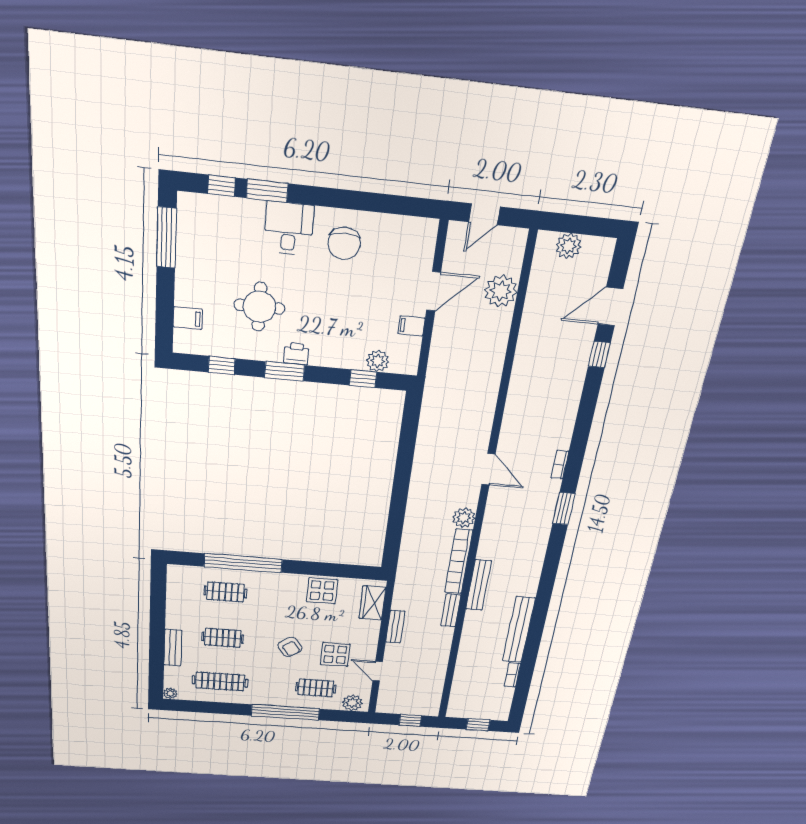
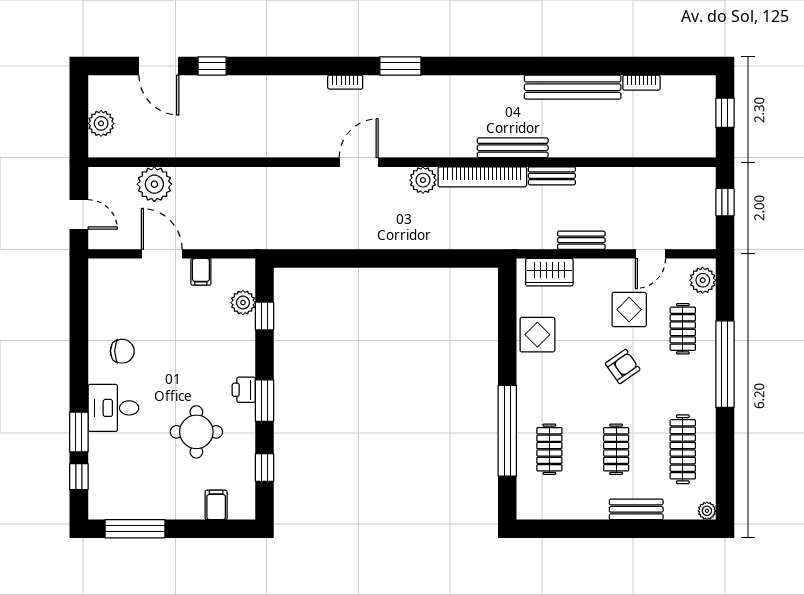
chair: (344, 243) -> (122, 351), width x0.73, depth x0.73

